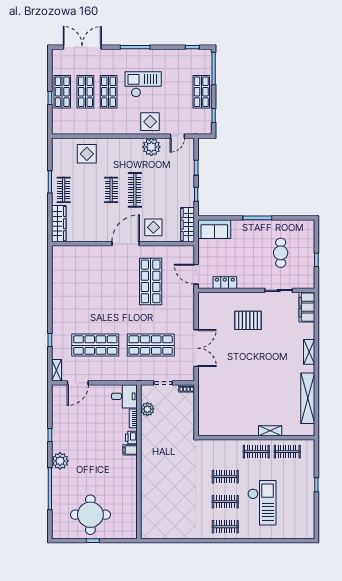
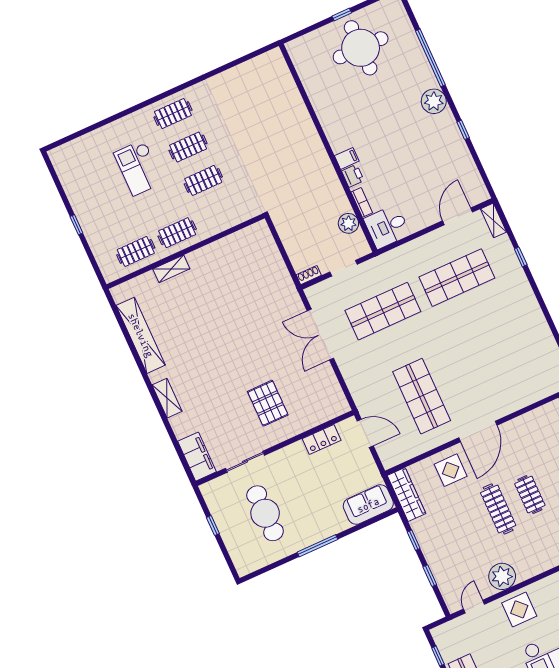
cafe table: (281, 253) -> (265, 513), width x1.37, depth x1.35
pallet: (248, 320) -> (268, 403), turned 90
checkout: (262, 503) -> (139, 168), width x0.73, depth x0.83

